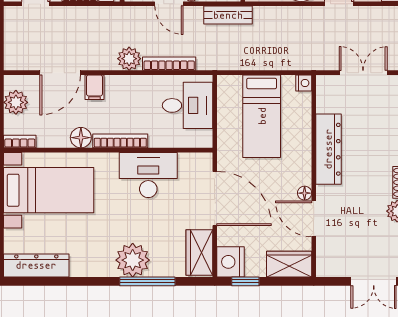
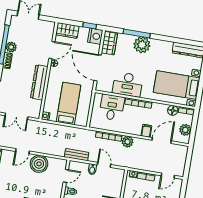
desk: (188, 105) -> (112, 107), moved, turned 90
floor lamp: (81, 138) -> (173, 110), moved
door: (314, 219) -> (52, 50), hinge flipped

